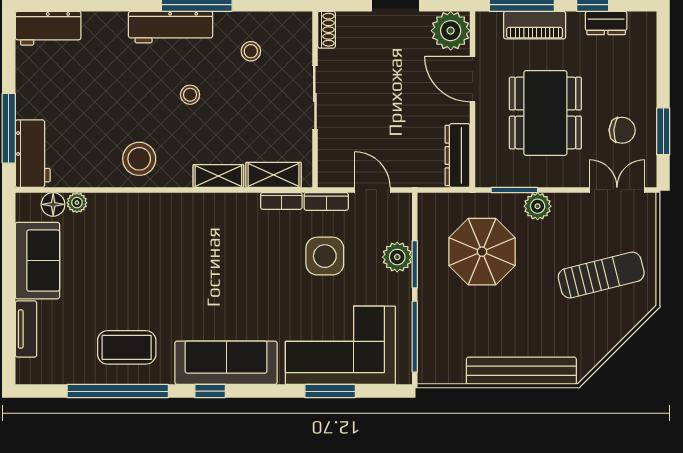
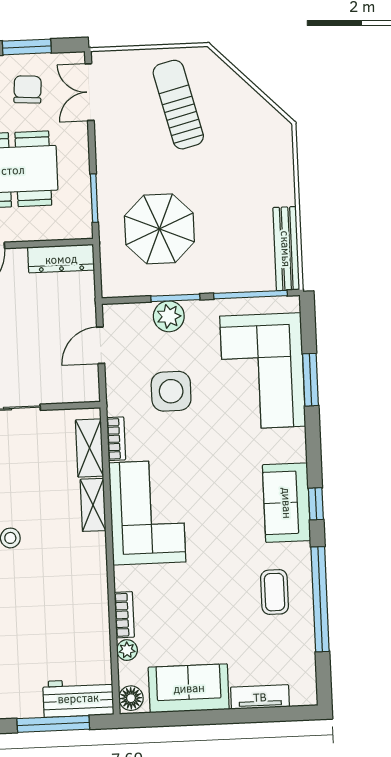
stool: (139, 159) -> (79, 588), removed
bookcase: (326, 201) -> (124, 615), moved
floor lamp: (53, 204) -> (131, 698), moved
plant: (538, 206) -> (110, 173), removed
corner sofa: (209, 228) -> (147, 512), added
coffee table: (127, 347) -> (275, 592), width x0.73, depth x0.77
sofa: (226, 363) -> (287, 503), width x0.73
bench: (521, 371) -> (286, 249), moved, width x0.73, depth x0.82

